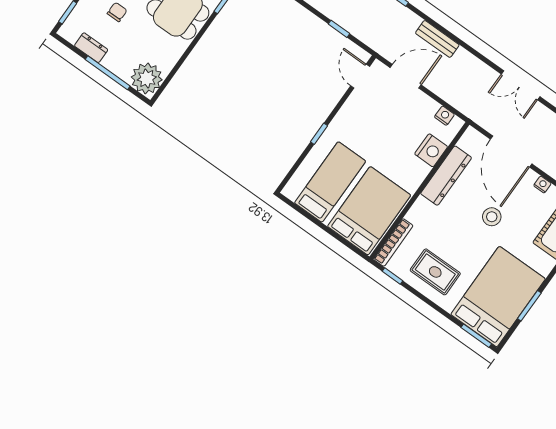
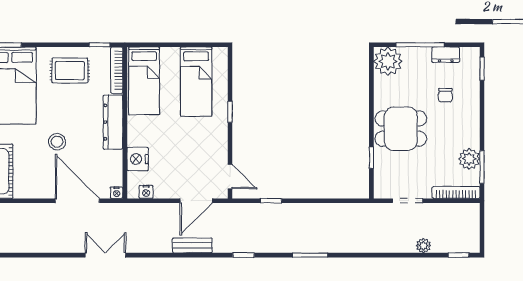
dresser: (446, 176) -> (113, 122), moved
nightstand: (542, 185) -> (117, 193), moved
bed: (369, 211) -> (144, 81), width x0.67

